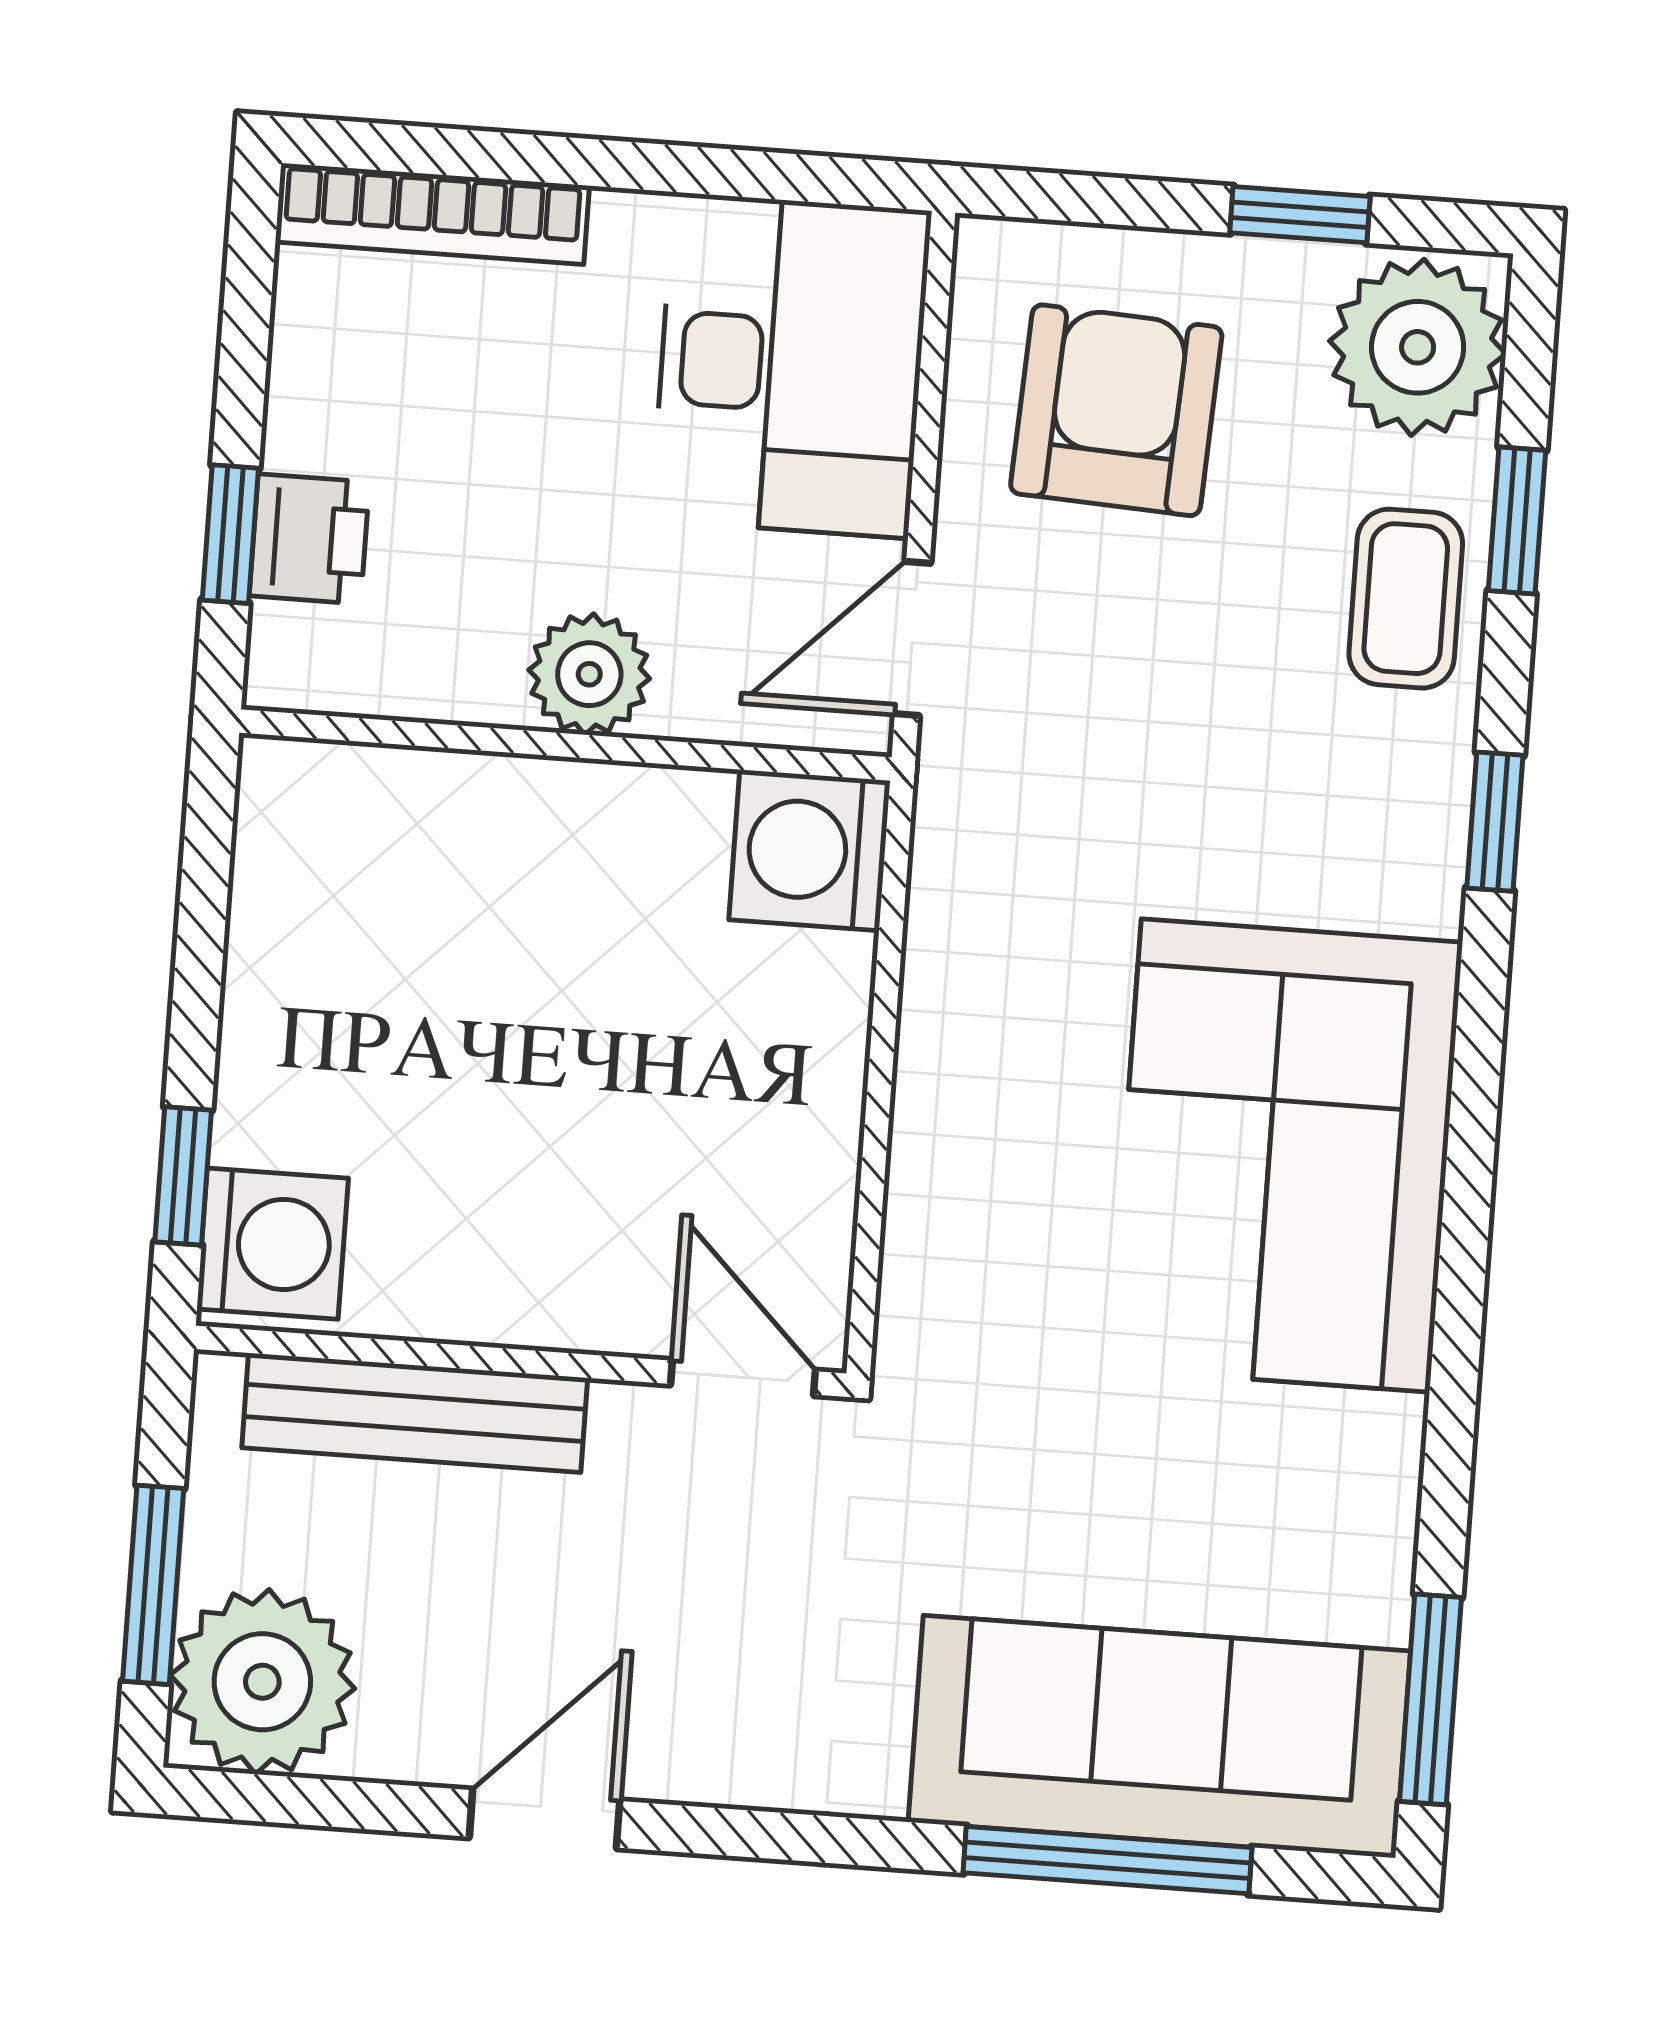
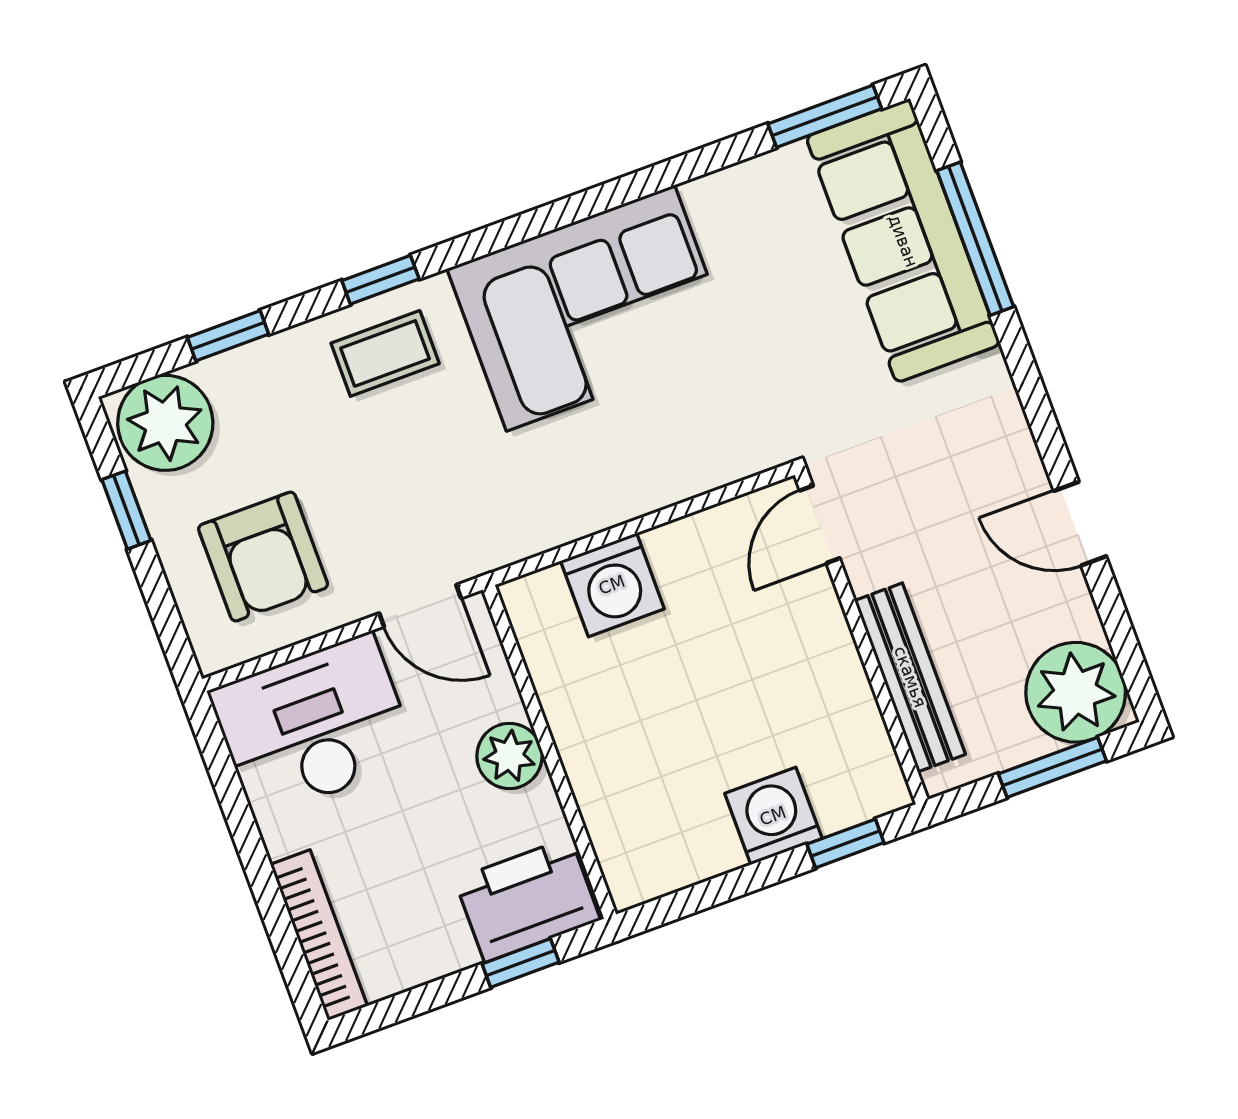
armchair: (1116, 410) -> (263, 557), turned -93
printer: (309, 539) -> (527, 900), width x1.87, depth x1.48
coffee table: (1406, 599) -> (385, 353), moved
washing machine: (809, 850) -> (612, 585), moved
washing machine: (273, 1244) -> (773, 816), moved

